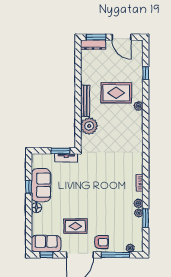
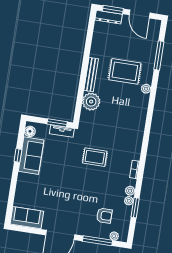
window: (146, 73) -> (159, 55), width x2.17
floor lamp: (36, 208) -> (30, 131), moved
rug: (75, 226) -> (95, 157), moved
armchair: (101, 242) -> (104, 216), moved
window: (46, 255) -> (25, 229), removed

